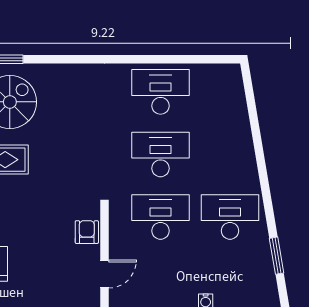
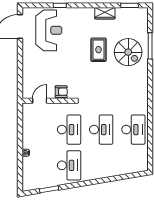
door: (105, 274) -> (40, 101), swing flipped

